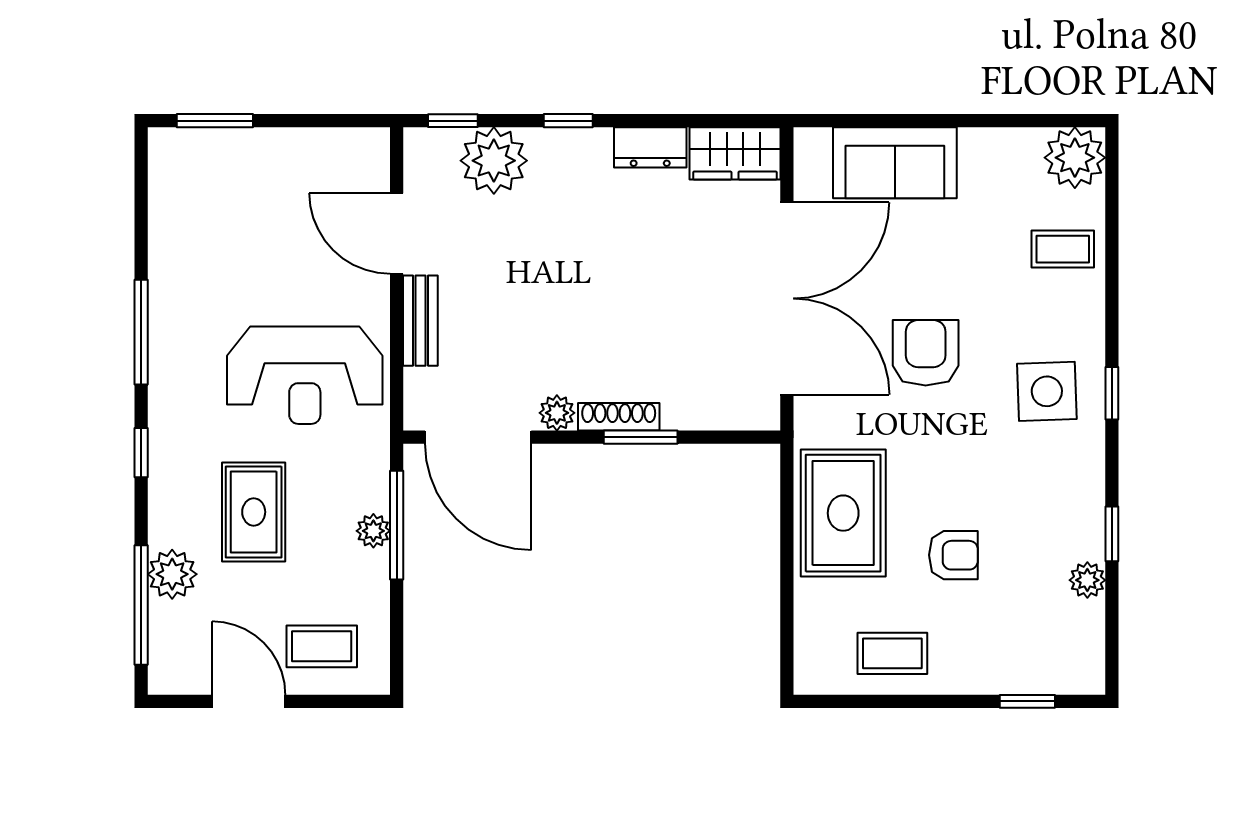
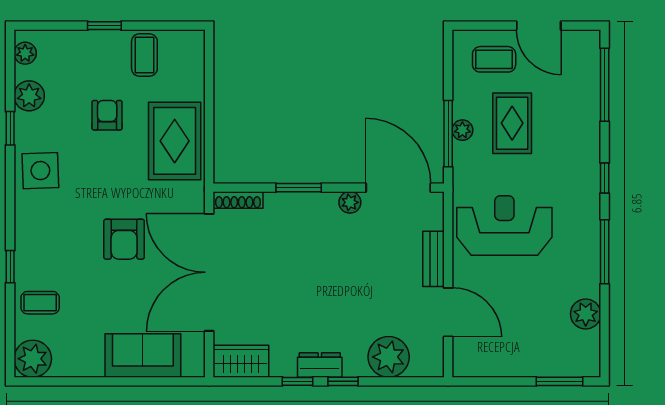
window: (453, 121) -> (297, 381), moved
dresser: (650, 147) -> (320, 365), moved
side table: (1047, 391) -> (40, 171), moved
window: (1112, 393) -> (10, 267), moved
shoe rack: (619, 417) -> (238, 200), moved
rug: (254, 512) -> (512, 123), moved
armchair: (953, 555) -> (107, 115), turned 90
plant: (172, 574) -> (586, 314), moved
plant: (1087, 580) -> (29, 96), width x1.38, depth x1.38
coffee table: (892, 653) -> (144, 55), turned 90
plant: (1087, 656) -> (25, 53), added
window: (1027, 701) -> (104, 26), moved

